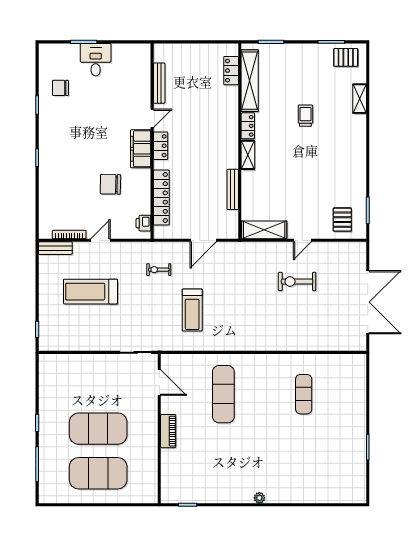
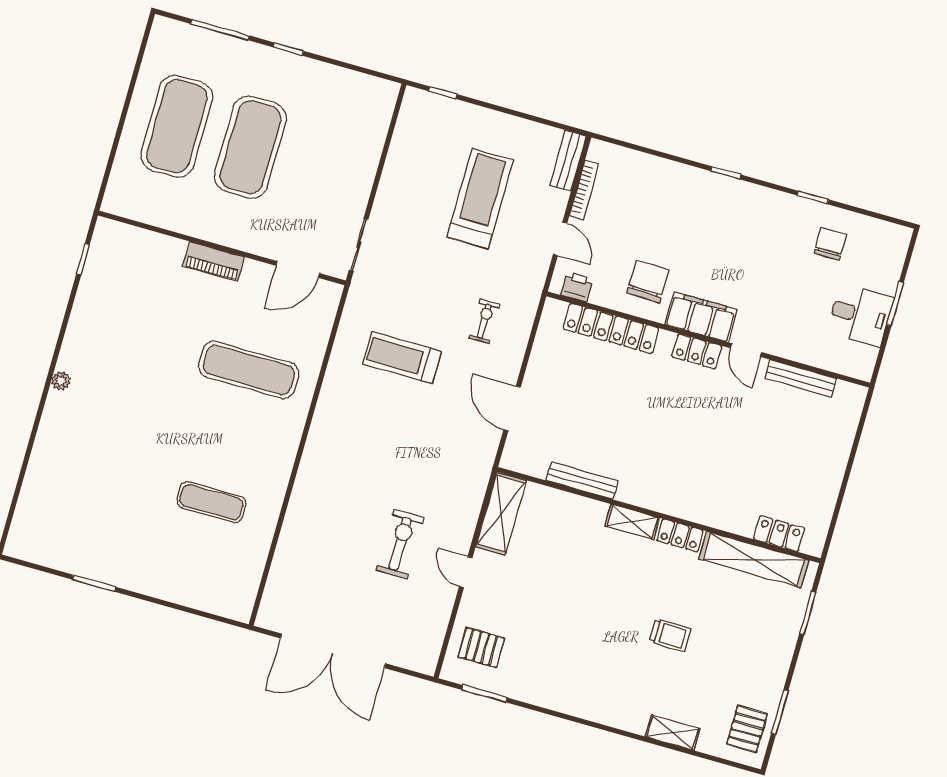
bench: (159, 83) -> (801, 378), moved
door: (152, 118) -> (746, 350), moved
wall: (152, 141) -> (708, 340), moved
locker: (161, 146) -> (697, 351), moved
filing cabinet: (141, 149) -> (701, 317), moved
locker: (161, 198) -> (611, 328), moved
printer: (143, 223) -> (577, 287), moved

